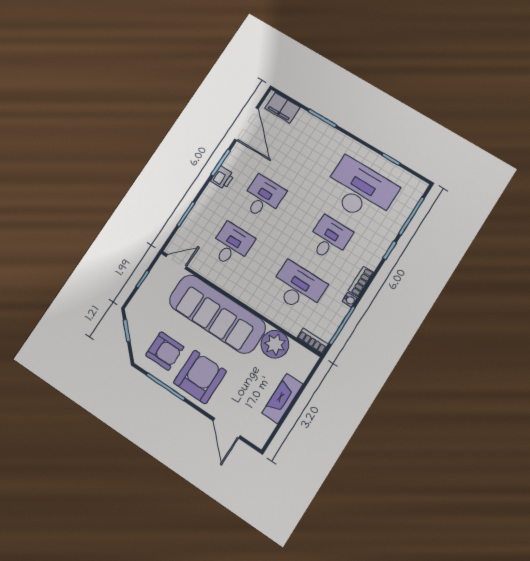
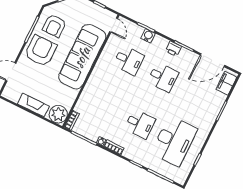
water cooler: (199, 213) -> (148, 36), added
desk: (298, 287) -> (105, 107), removed
plant: (275, 344) -> (58, 114), moved
armchair: (200, 377) -> (41, 51), turned -90

